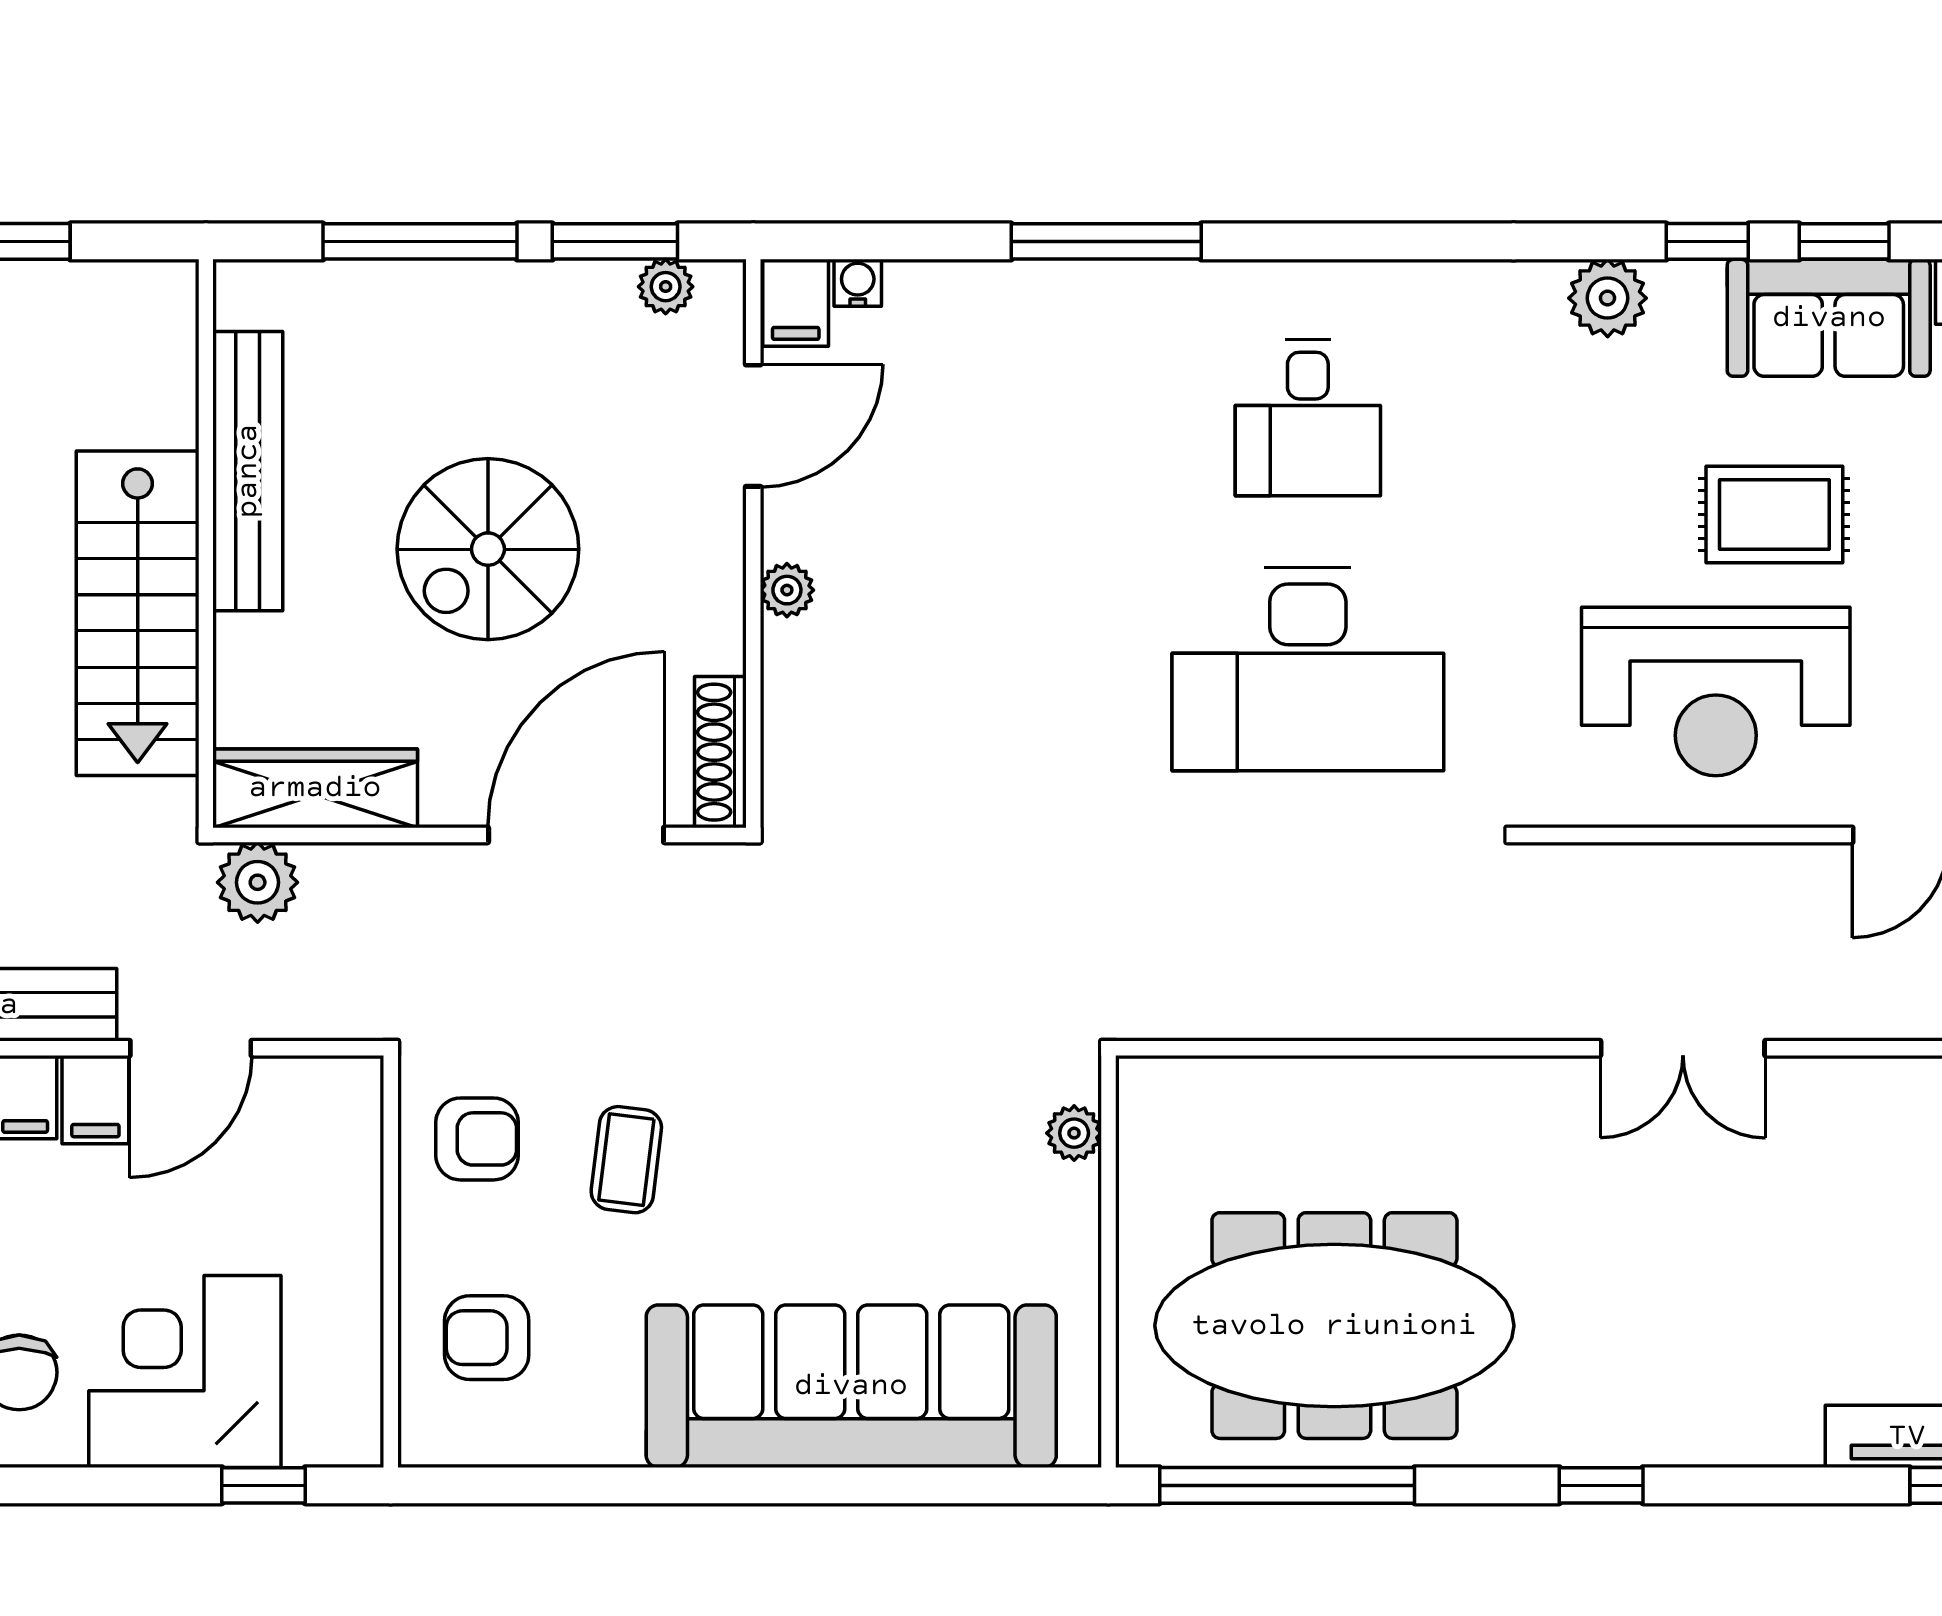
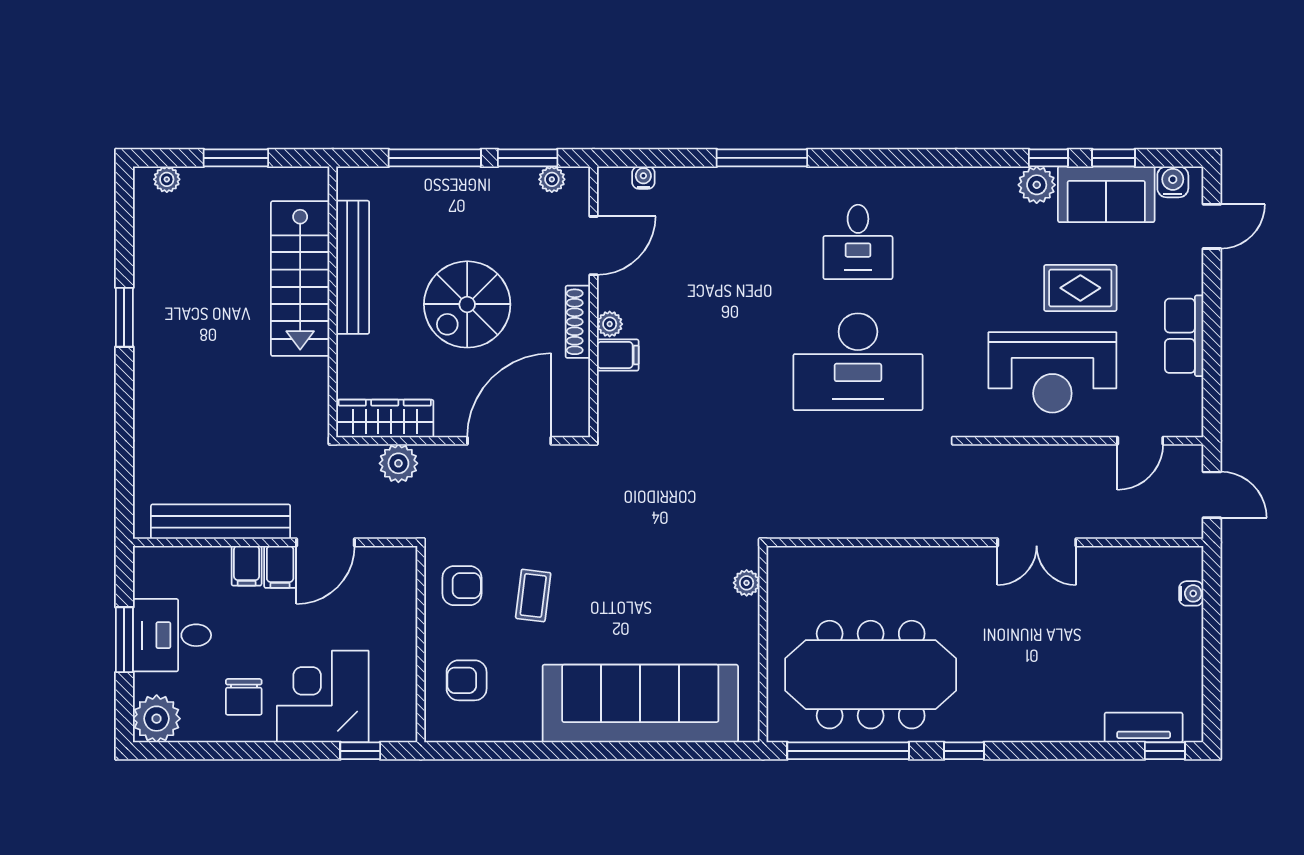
plant: (1608, 298) -> (1037, 185), moved
filing cabinet: (796, 303) -> (618, 355), moved, turned -90
stairs: (138, 613) -> (300, 279), moved
shoe rack: (720, 752) -> (578, 322), moved
plant: (258, 882) -> (398, 463), moved
window: (1601, 1485) -> (964, 751), moved

